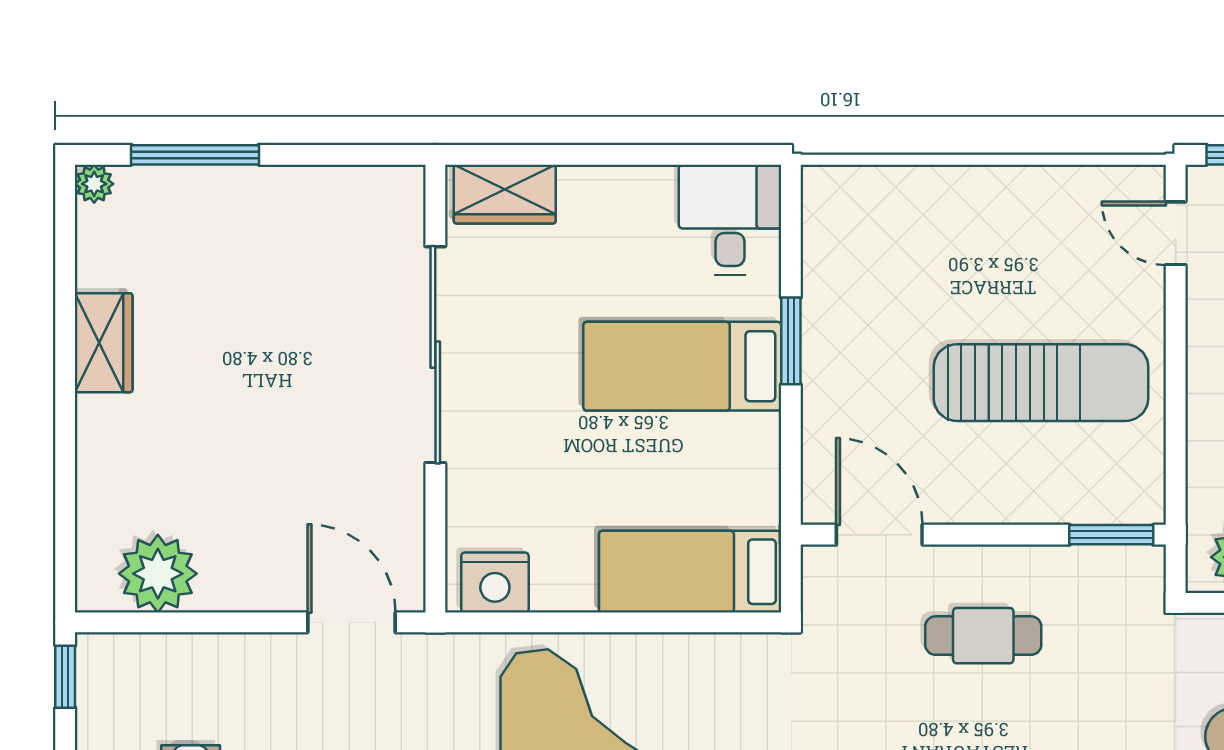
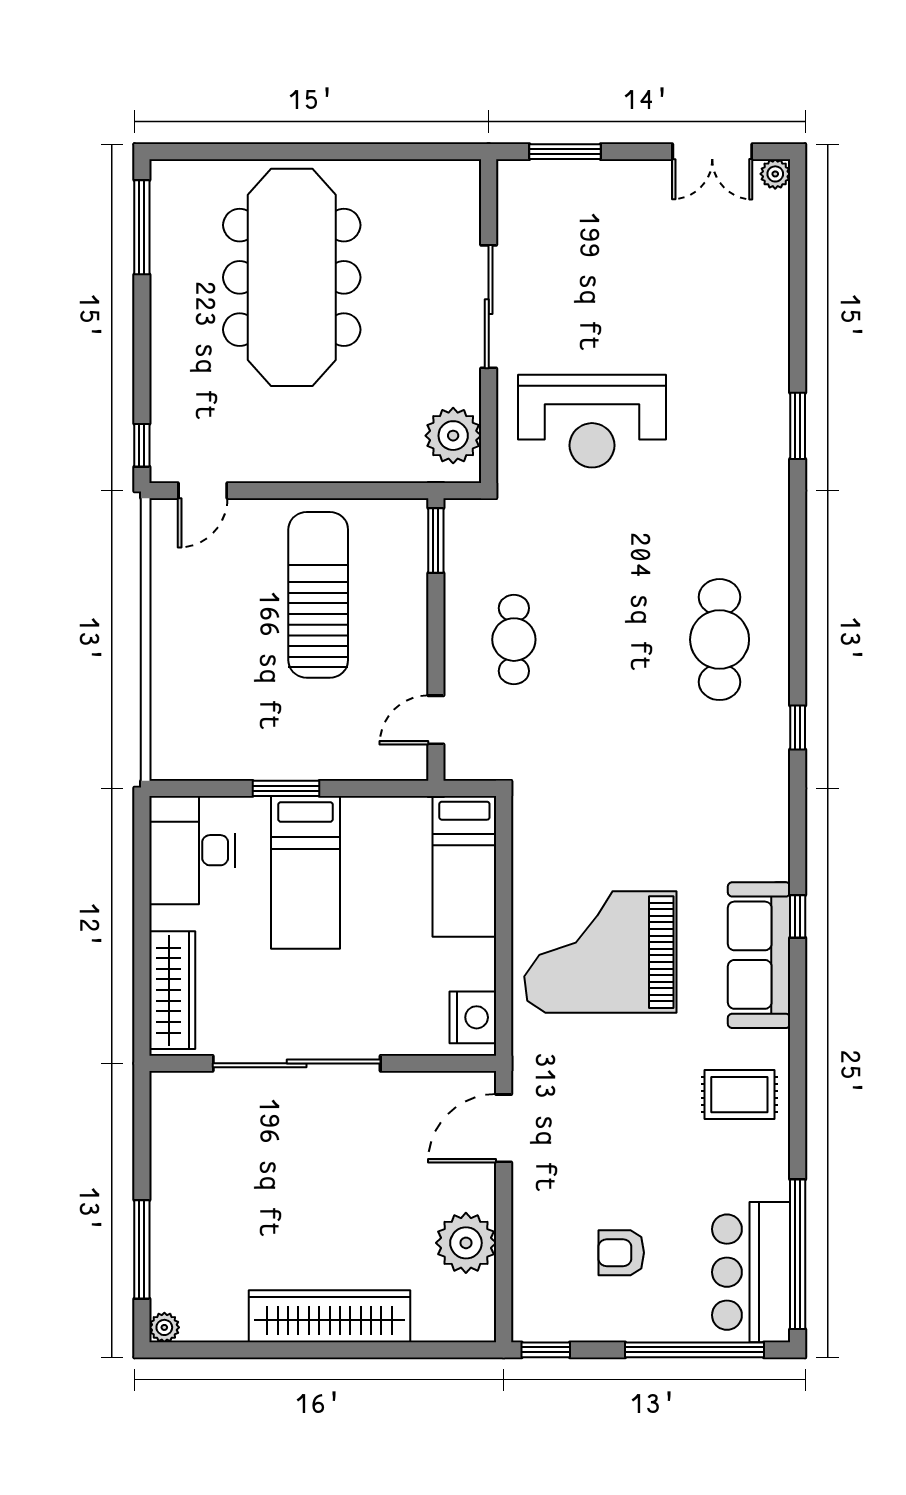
wardrobe: (505, 194) -> (172, 990), width x1.50
desk: (730, 220) -> (192, 850), width x1.37
wardrobe: (104, 343) -> (330, 1316), width x2.10, depth x1.17
door: (879, 535) -> (436, 720), width x0.73
plant: (158, 574) -> (466, 1243), moved

